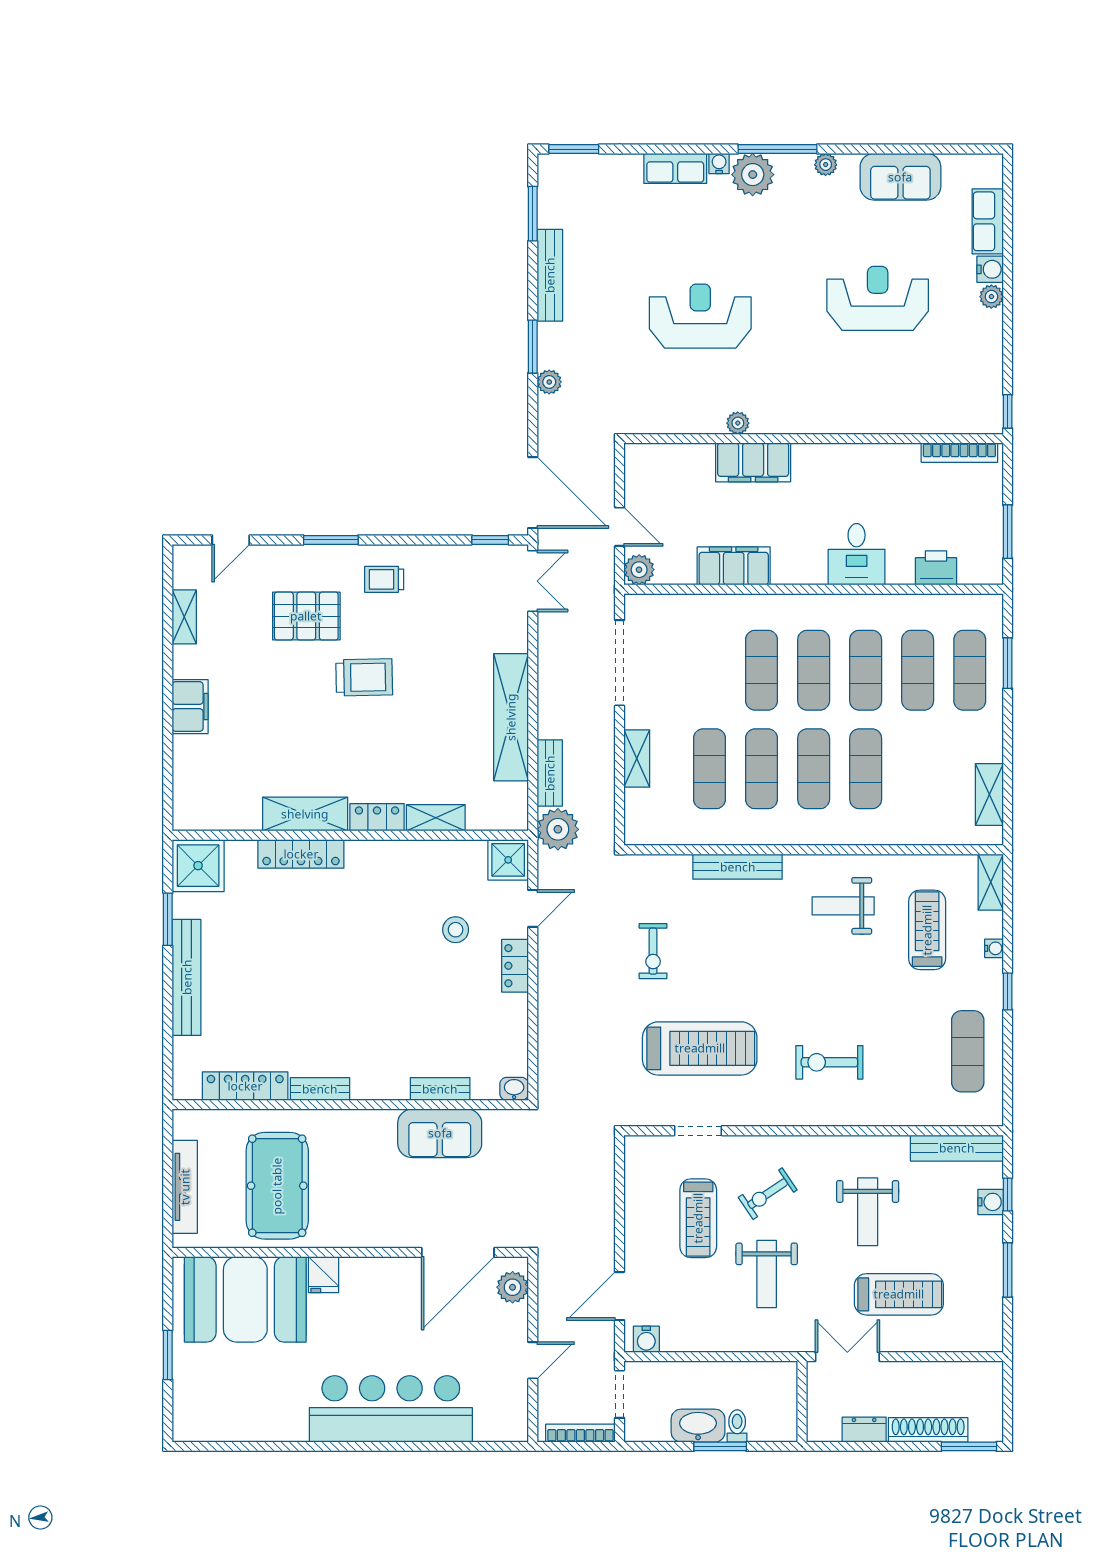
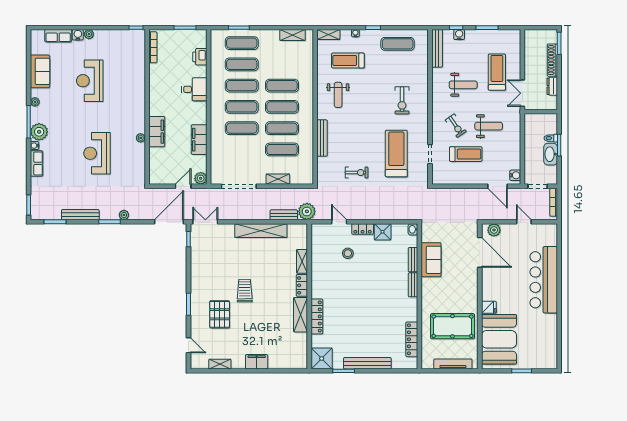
trolley: (384, 579) -> (205, 282), removed
shower: (508, 860) -> (383, 232), moved
bench: (320, 1089) -> (413, 285), moved

